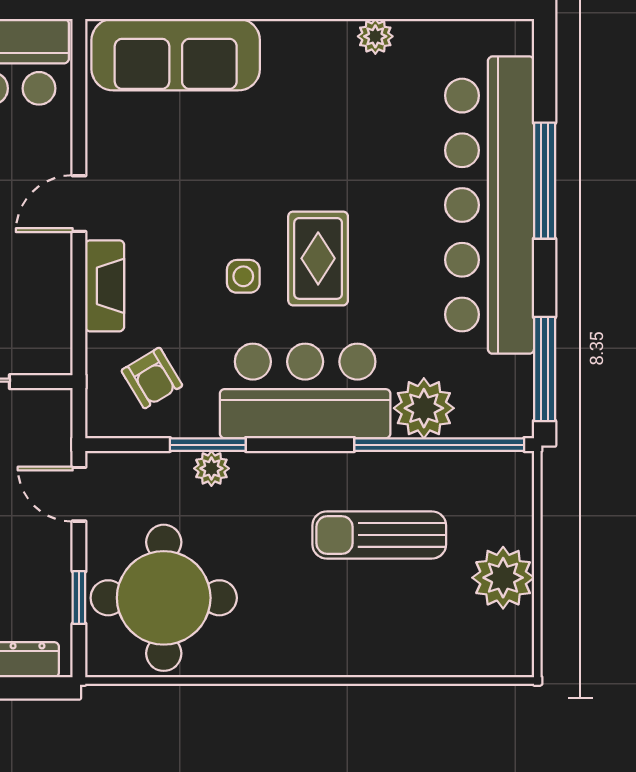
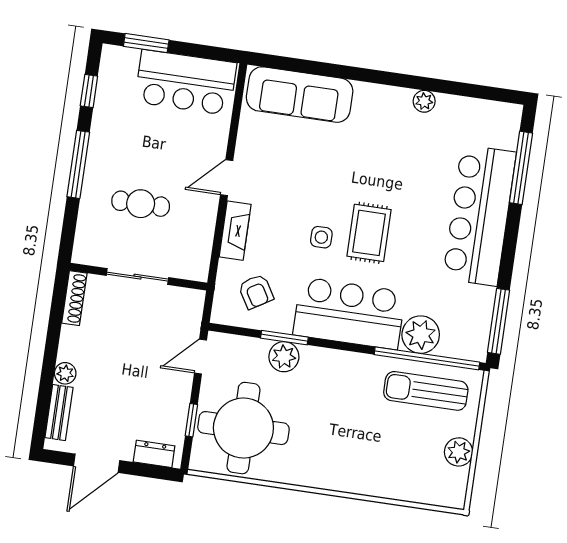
window: (545, 181) -> (521, 168), moved
bar counter: (490, 205) -> (479, 215), width x0.73
plant: (211, 468) -> (284, 357), width x1.38, depth x1.38
door: (79, 494) -> (201, 357), hinge flipped
sun lounger: (379, 535) -> (426, 391), moved
plant: (503, 578) -> (459, 452), width x0.73, depth x0.73

